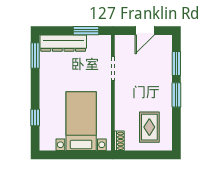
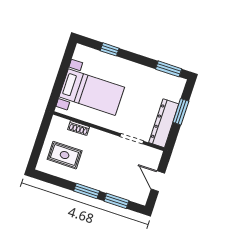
window: (86, 31) -> (181, 112), moved
dresser: (63, 43) -> (164, 123), moved
shoe rack: (119, 141) -> (79, 128), moved

